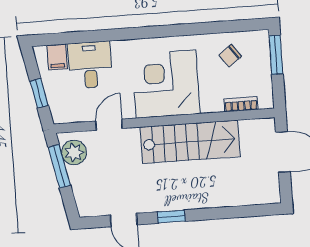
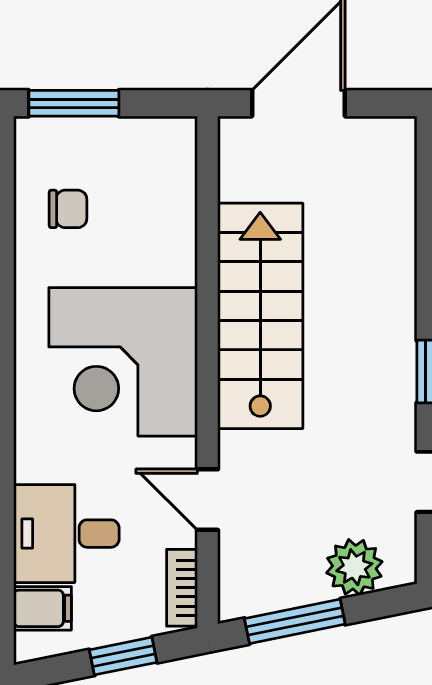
chair: (230, 56) -> (68, 209), turned -53
bookcase: (241, 104) -> (182, 588), moved
plant: (74, 153) -> (354, 567), moved

